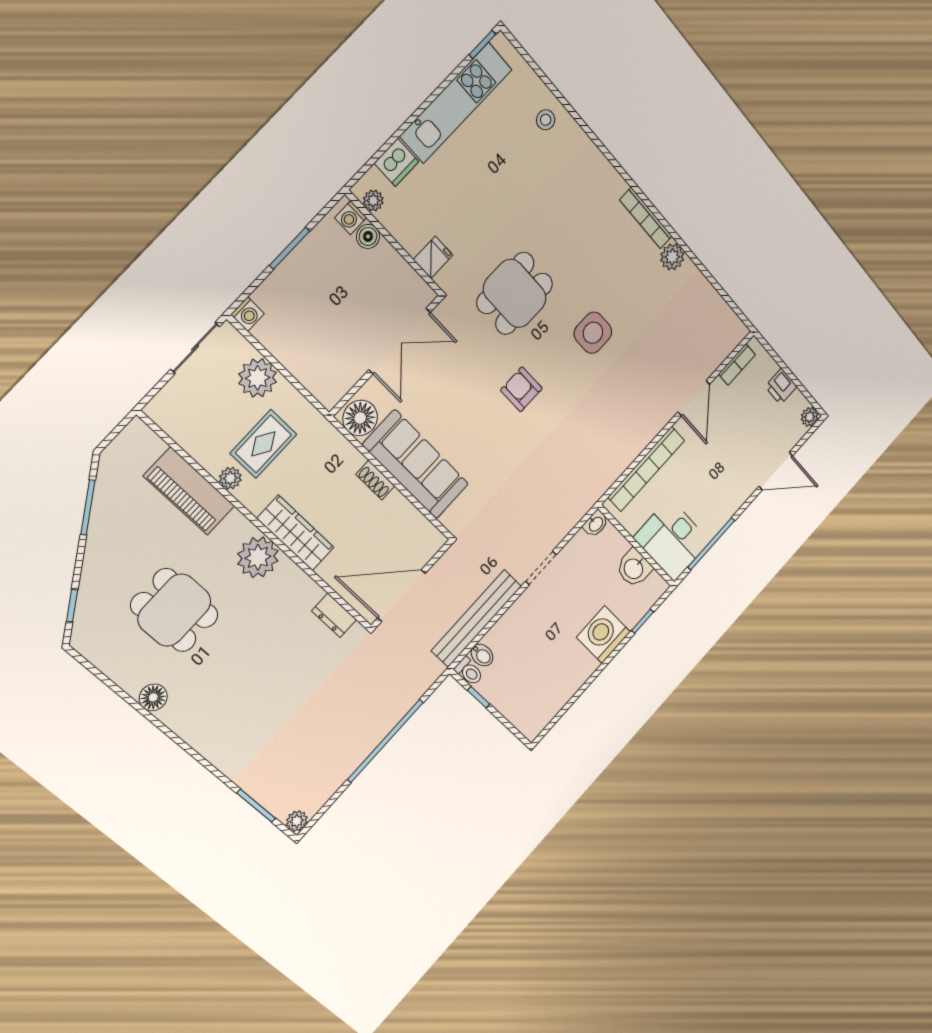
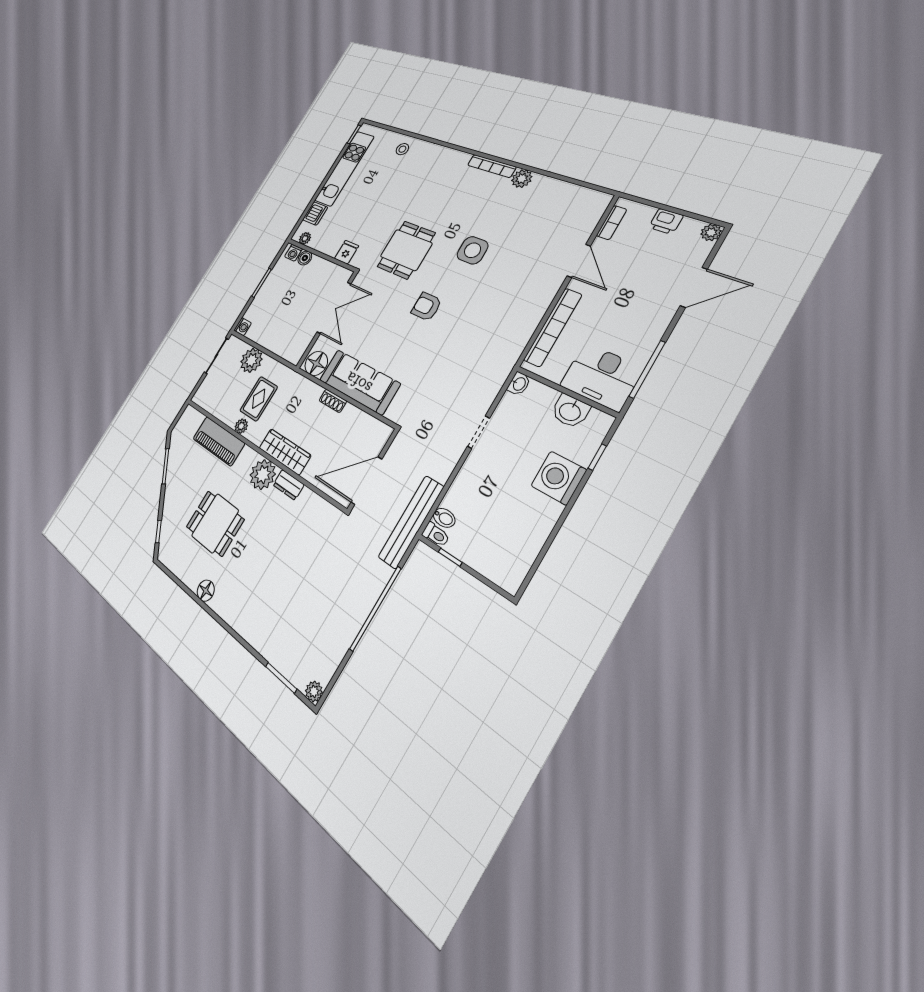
dresser: (334, 615) -> (288, 485), moved
bench: (476, 618) -> (411, 522), moved

